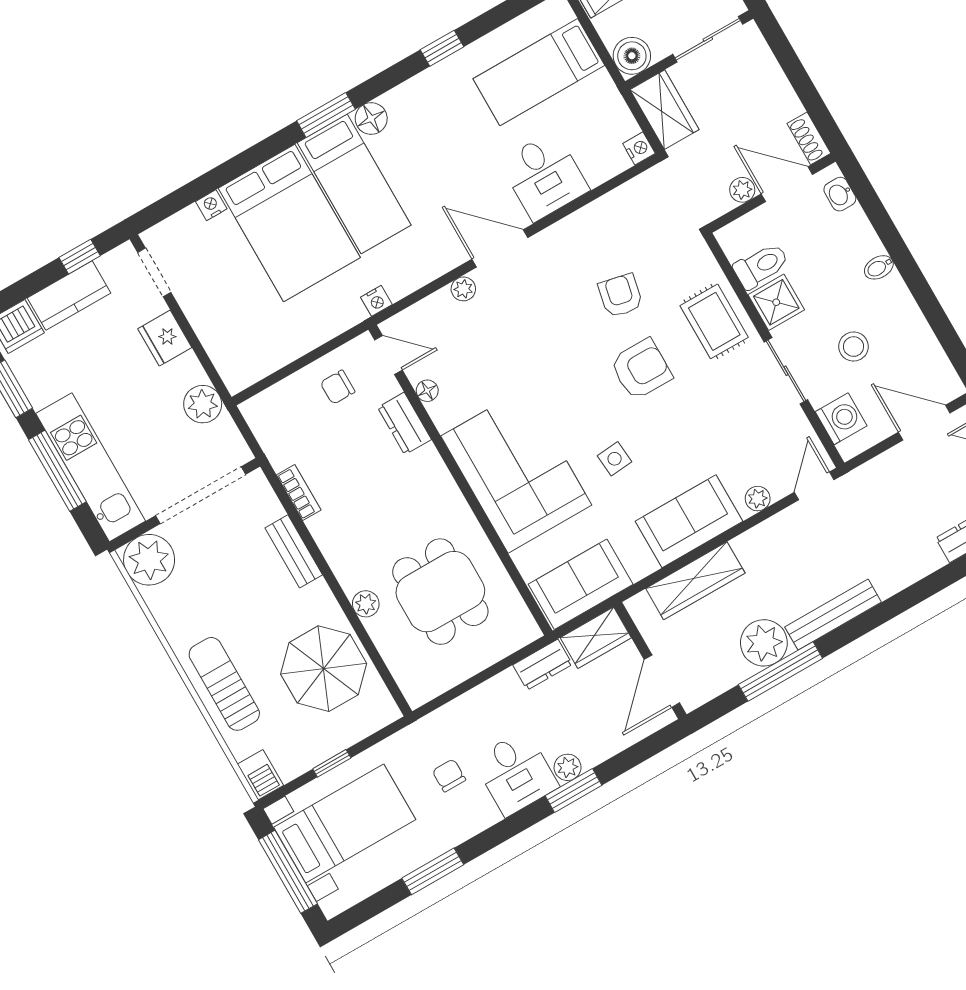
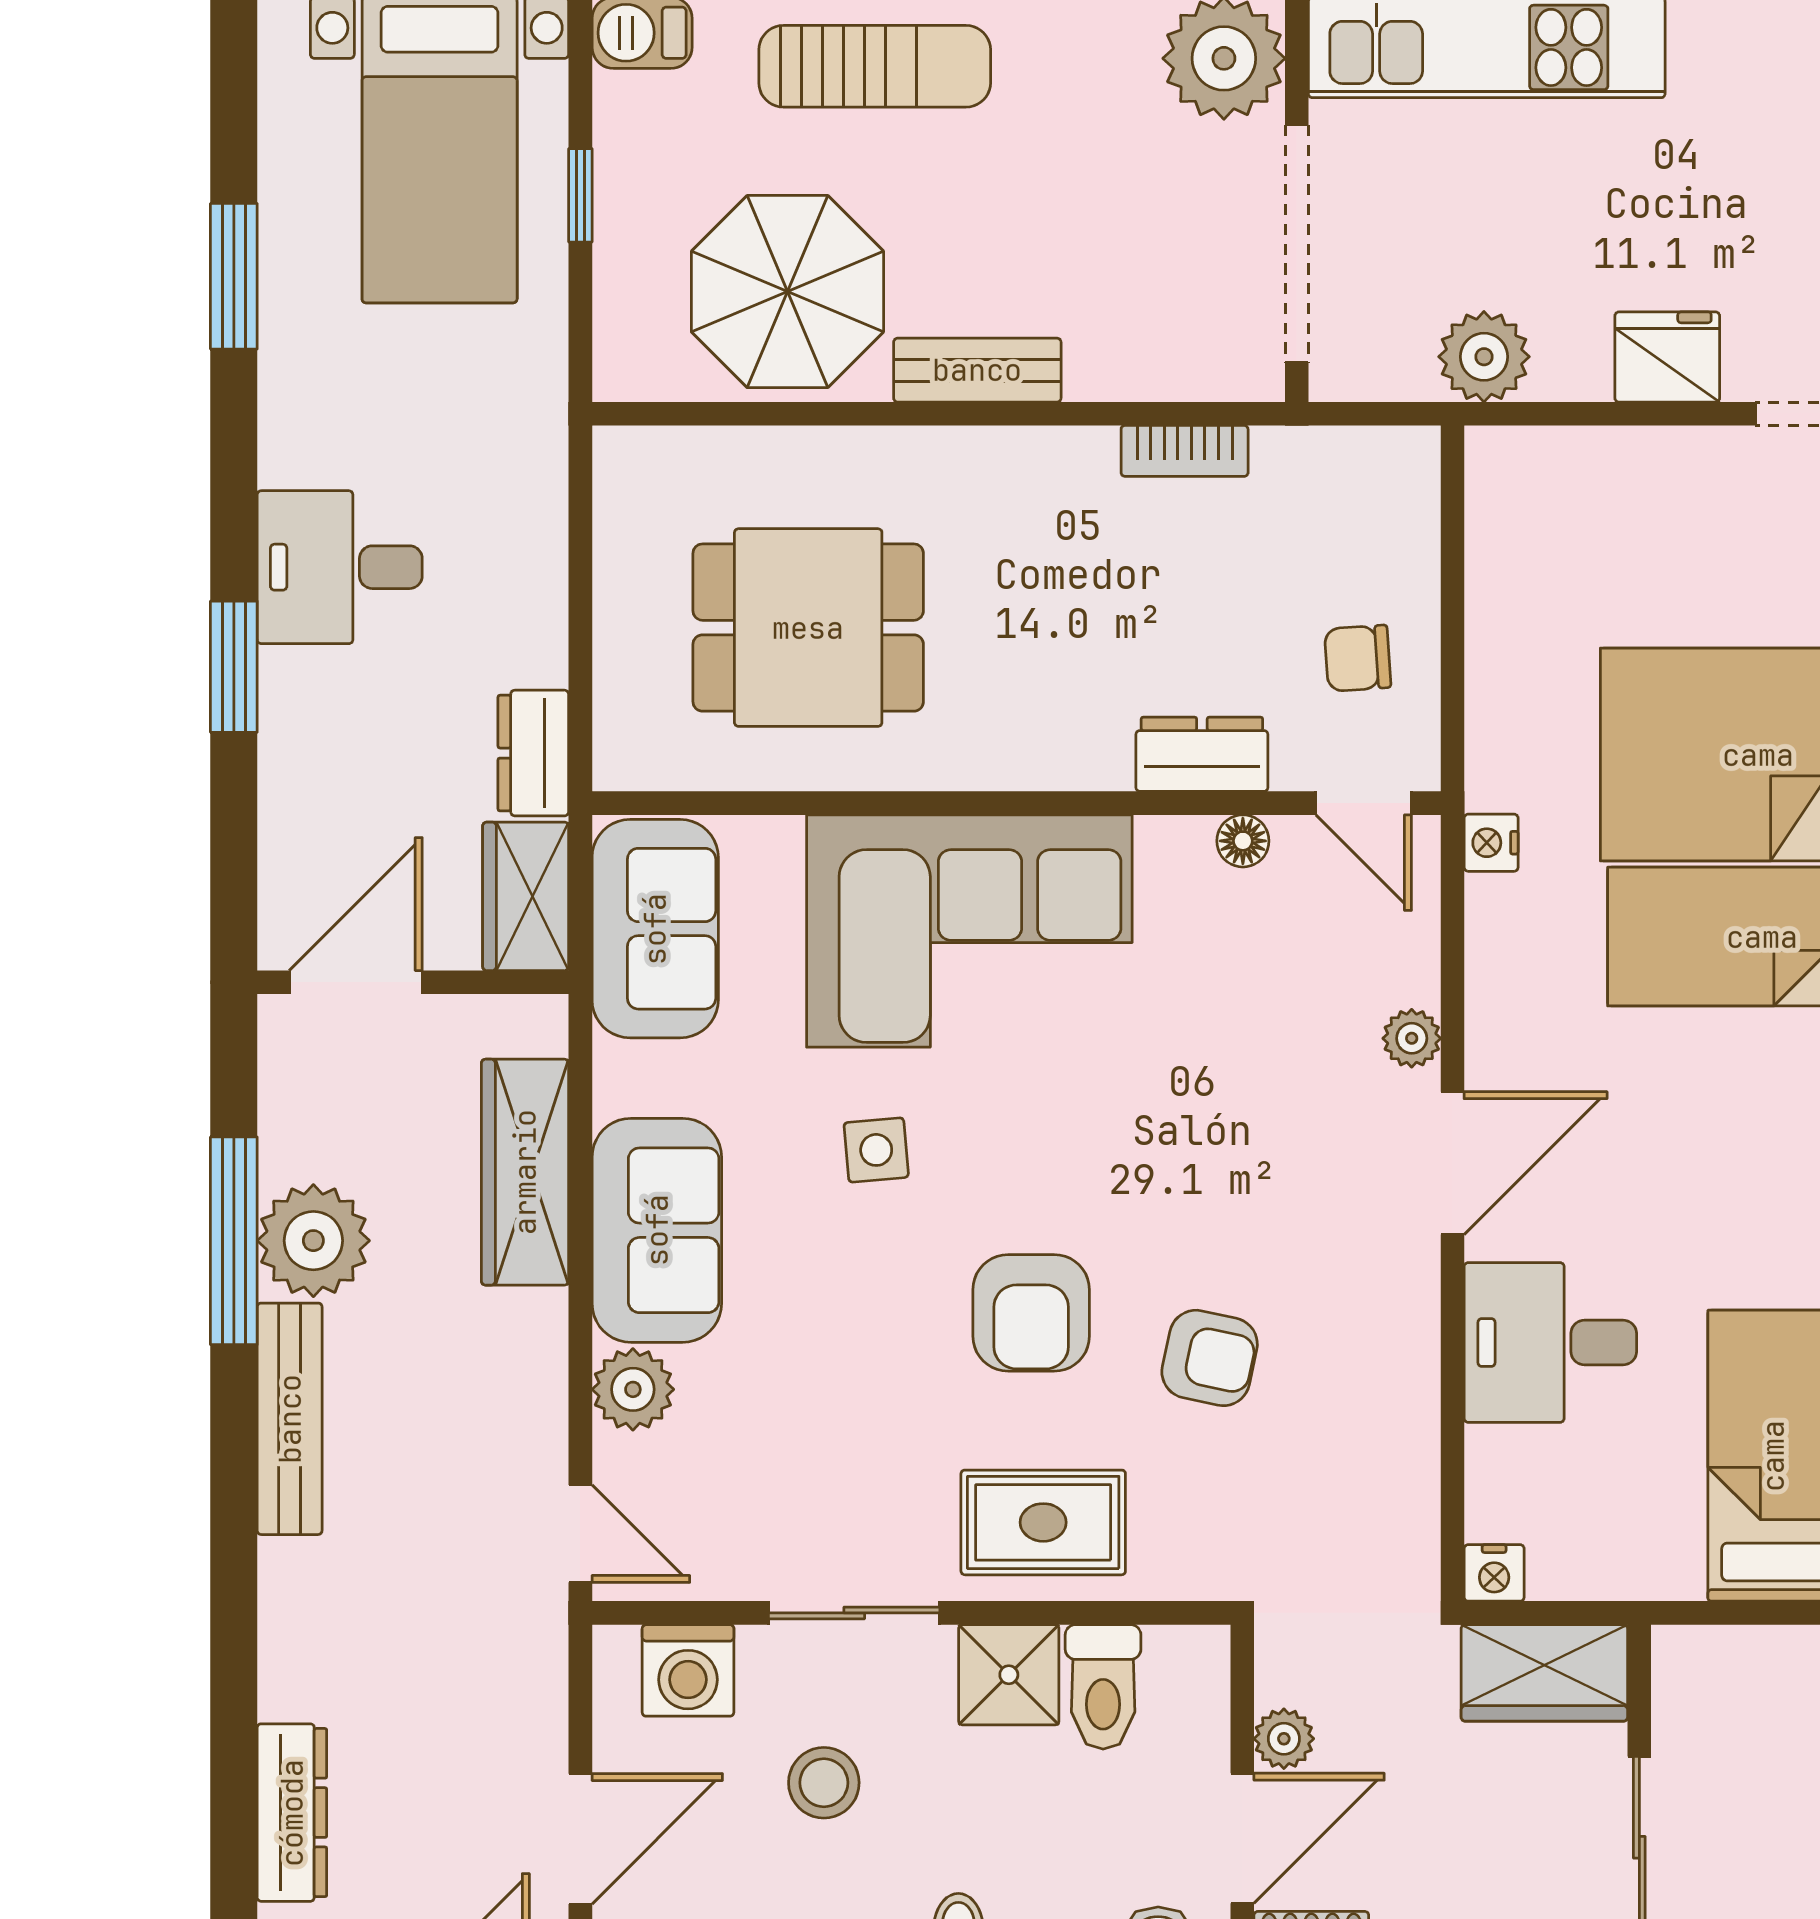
boiler: (632, 56) -> (1696, 1669), removed
door: (389, 355) -> (1364, 803), hinge flipped
chair: (338, 387) -> (1358, 658), turned -94
plant: (758, 499) -> (633, 1389), width x1.38, depth x1.38
bench: (294, 551) -> (977, 370), moved
plant: (366, 604) -> (872, 457), removed
door: (662, 681) -> (356, 982), hinge flipped
plant: (568, 767) -> (289, 682), removed
chair: (449, 775) -> (415, 425), removed

